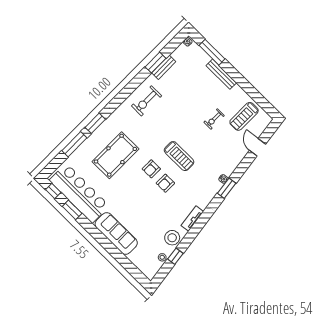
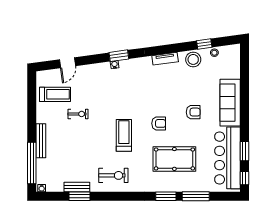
window: (212, 52) -> (32, 163), width x1.46
treadmill: (179, 156) -> (124, 135), moved
armchair: (165, 183) -> (193, 112), moved

